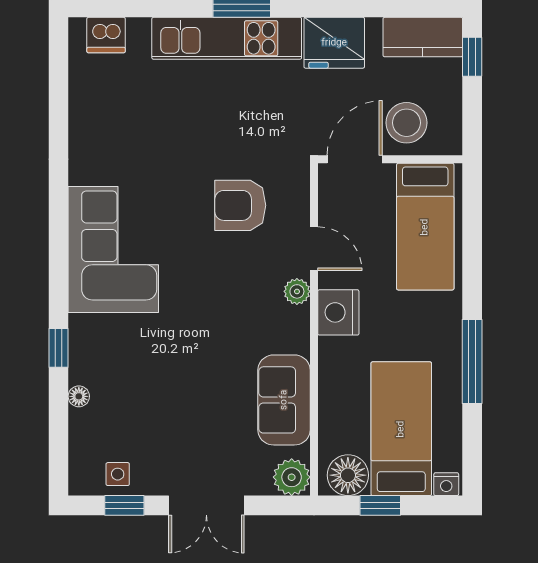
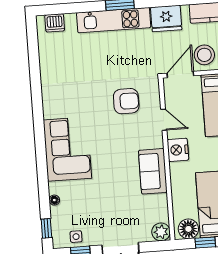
armchair: (240, 205) -> (126, 101), turned 180
corner sofa: (113, 250) -> (67, 149), moved
plant: (297, 291) -> (157, 141), removed
window: (59, 348) -> (46, 228), moved
sofa: (284, 400) -> (153, 171), moved

